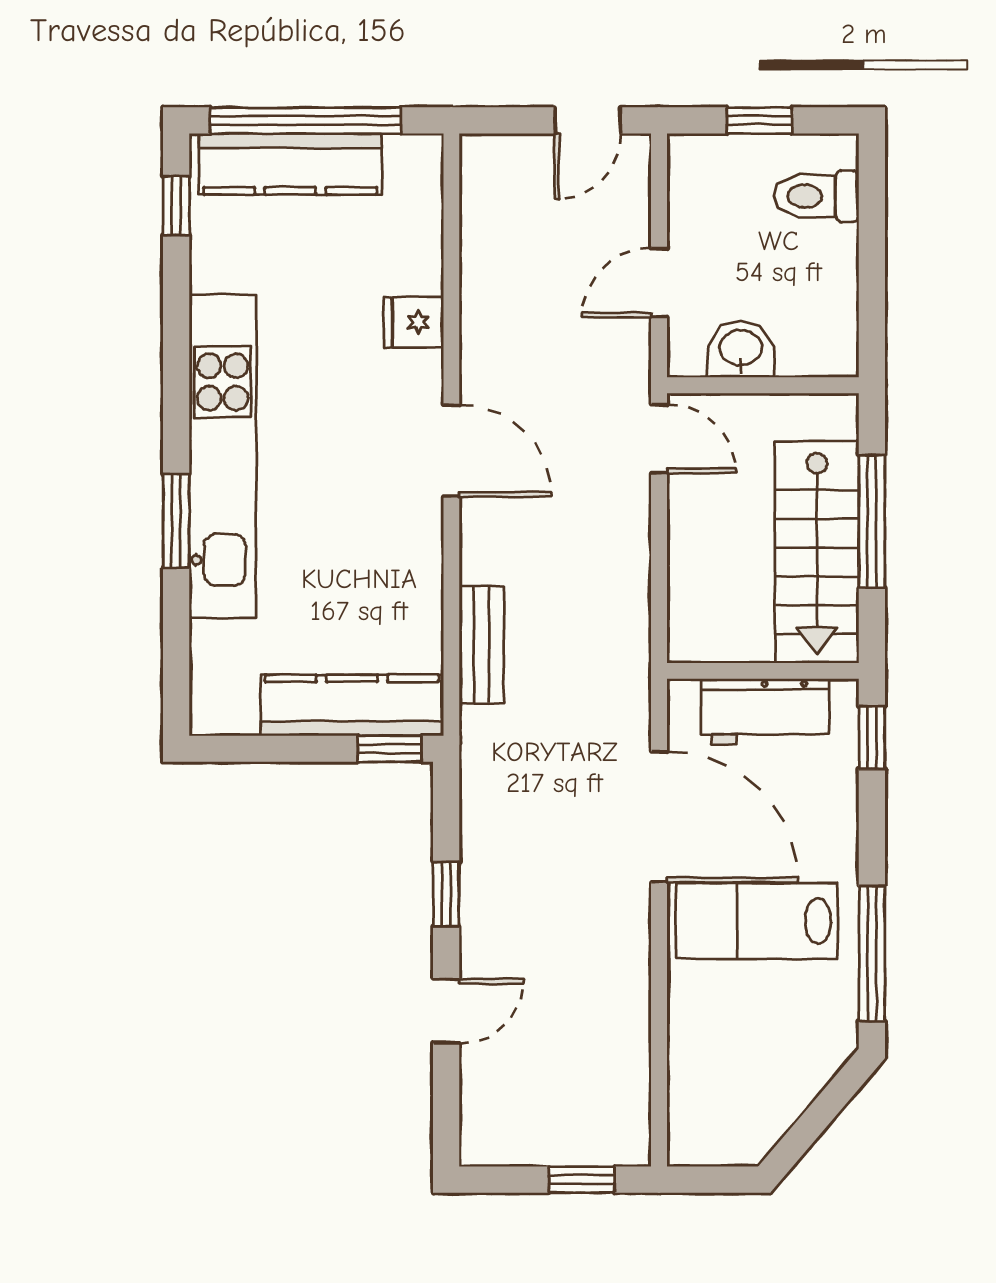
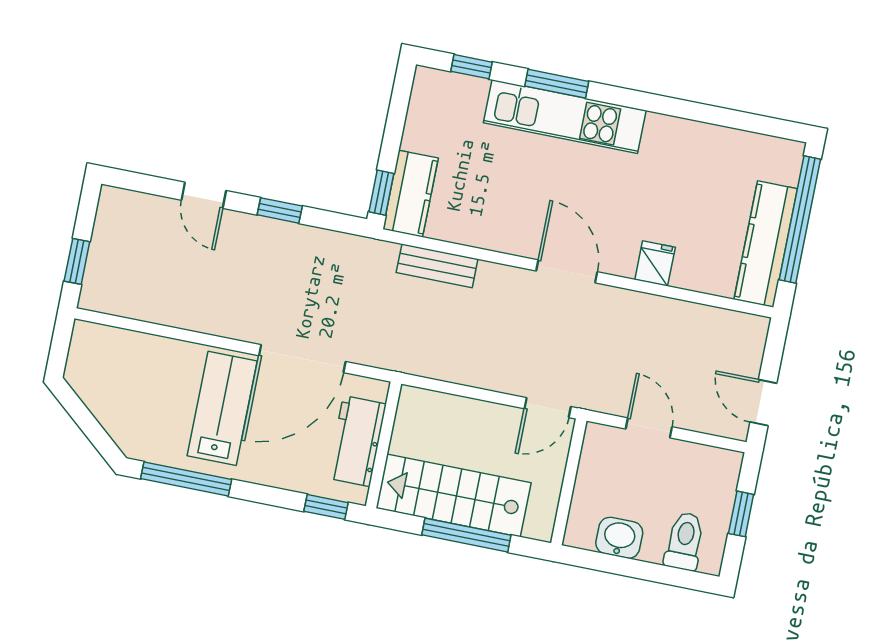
kitchen counter: (290, 164) -> (766, 244), moved
window: (176, 206) -> (472, 67), moved
washbasin: (741, 349) -> (619, 538), moved, turned -90
door: (451, 451) -> (567, 271), swing flipped
kitchen unit: (223, 456) -> (565, 117), width x0.73
kitchen counter: (352, 705) -> (411, 194), width x0.67

